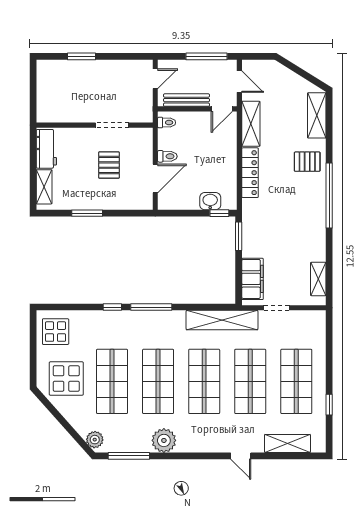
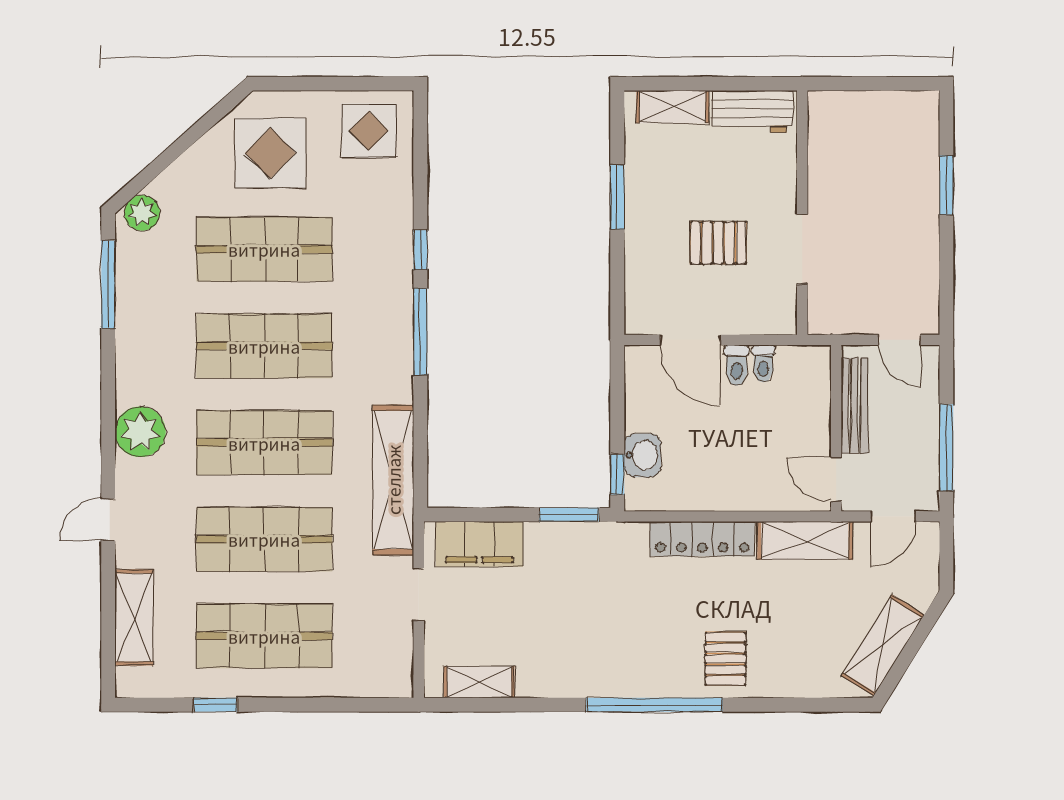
shelving: (317, 115) -> (883, 645), moved, turned -58
toilet: (167, 123) -> (763, 364), moved
plant: (164, 440) -> (140, 432), moved

